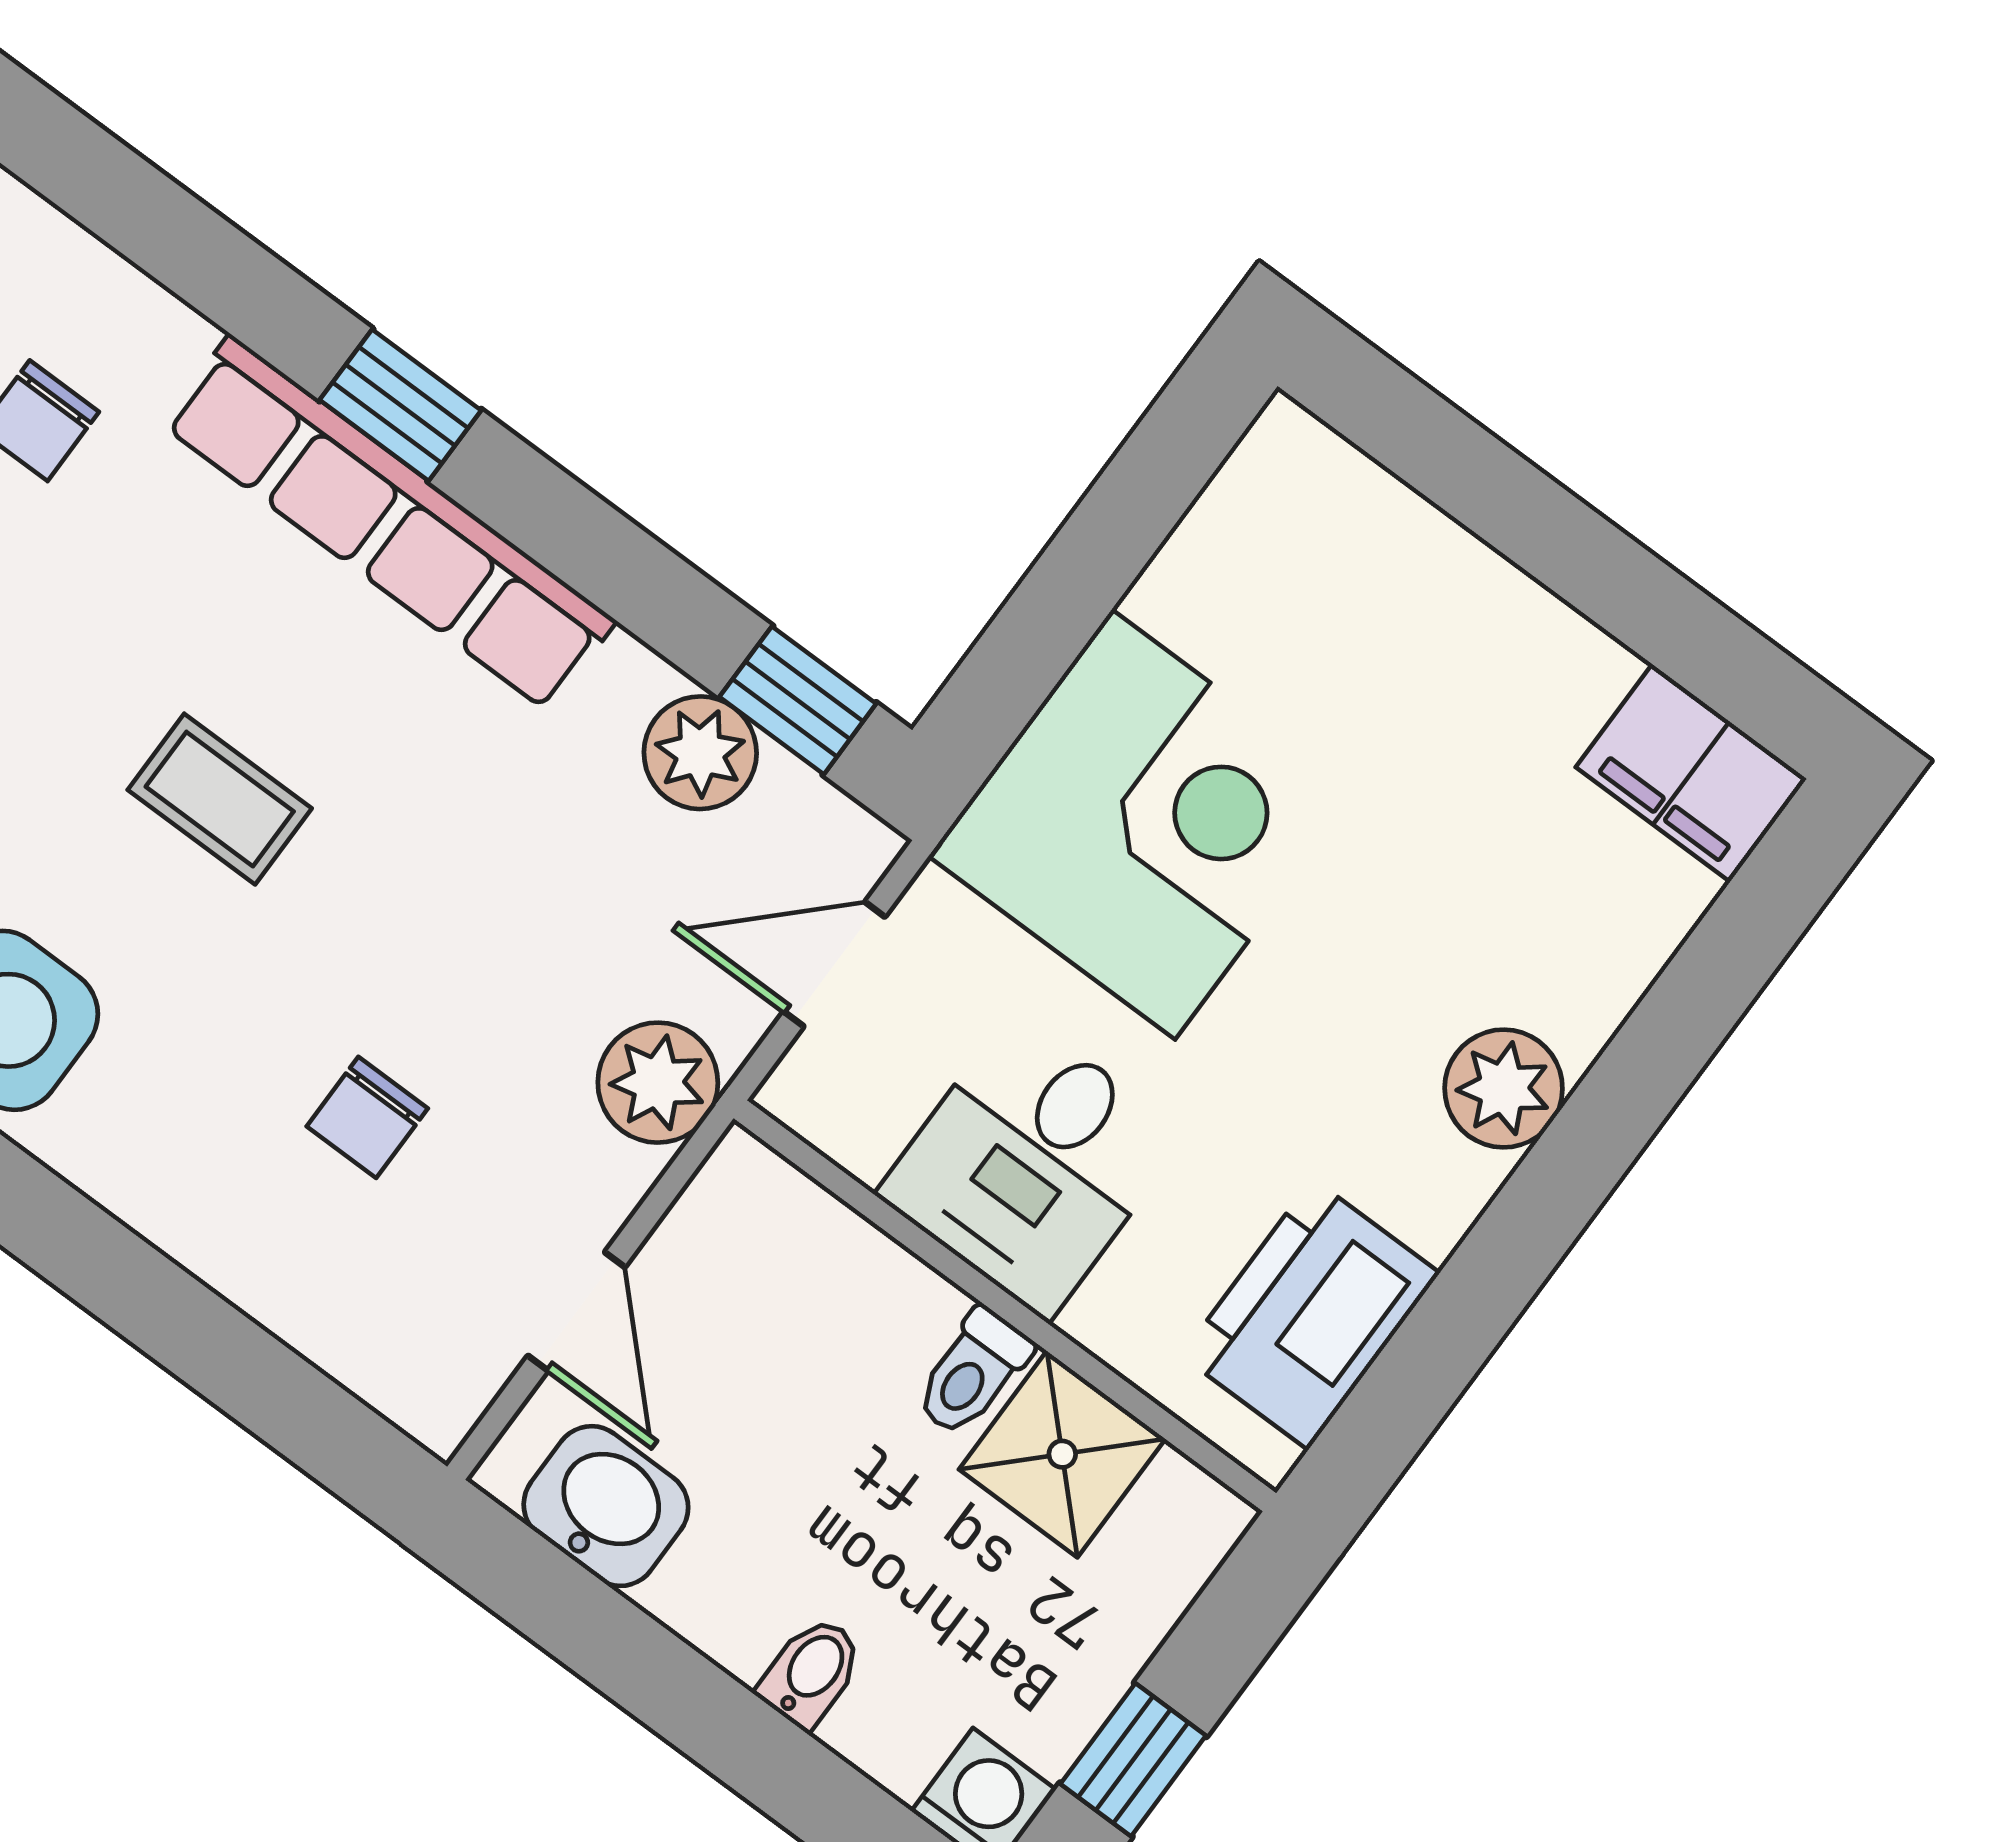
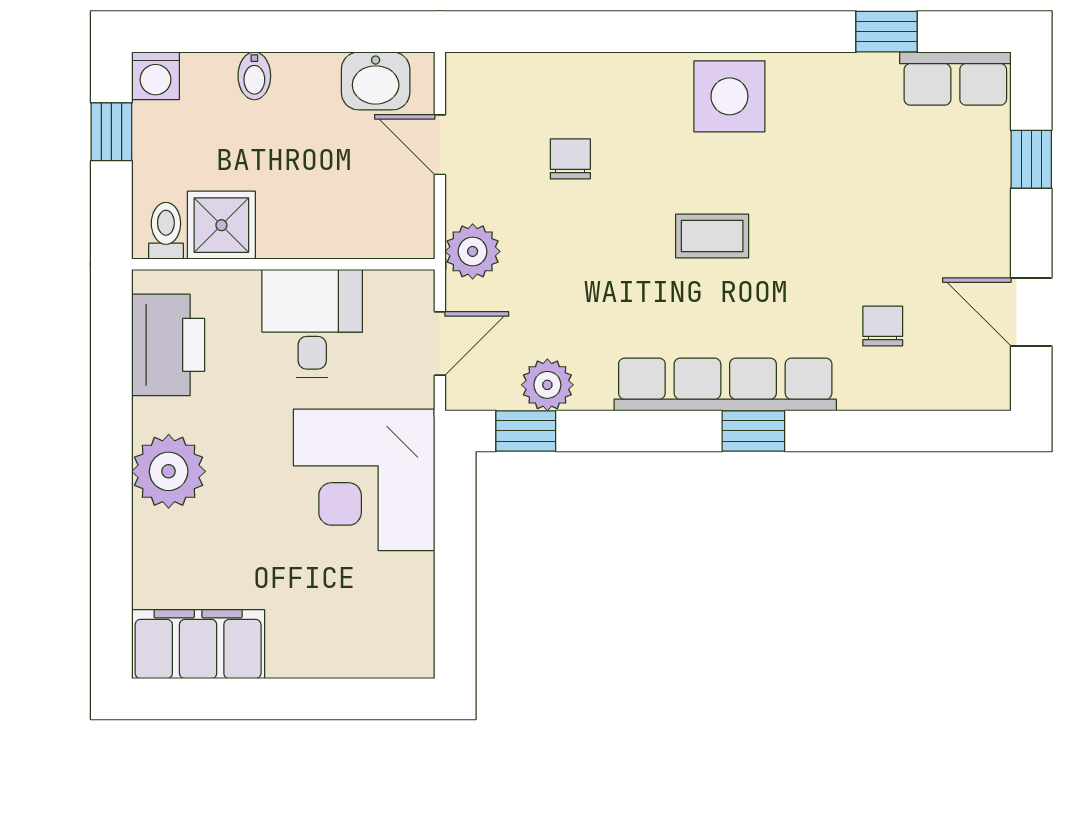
filing cabinet: (1691, 773) -> (198, 644), width x1.50, depth x1.17
plant: (1504, 1089) -> (169, 471), width x1.36, depth x1.36
toilet: (973, 1372) -> (166, 231), moved

